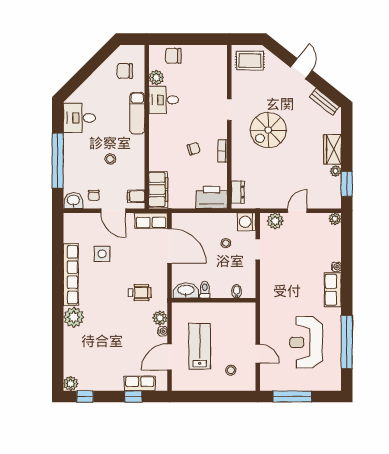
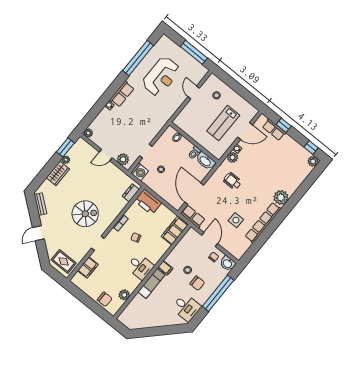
chair: (125, 71) -> (197, 283), moved
filing cabinet: (219, 75) -> (88, 268), added
desk: (164, 100) -> (140, 267), moved
filing cabinet: (136, 196) -> (165, 268), moved

